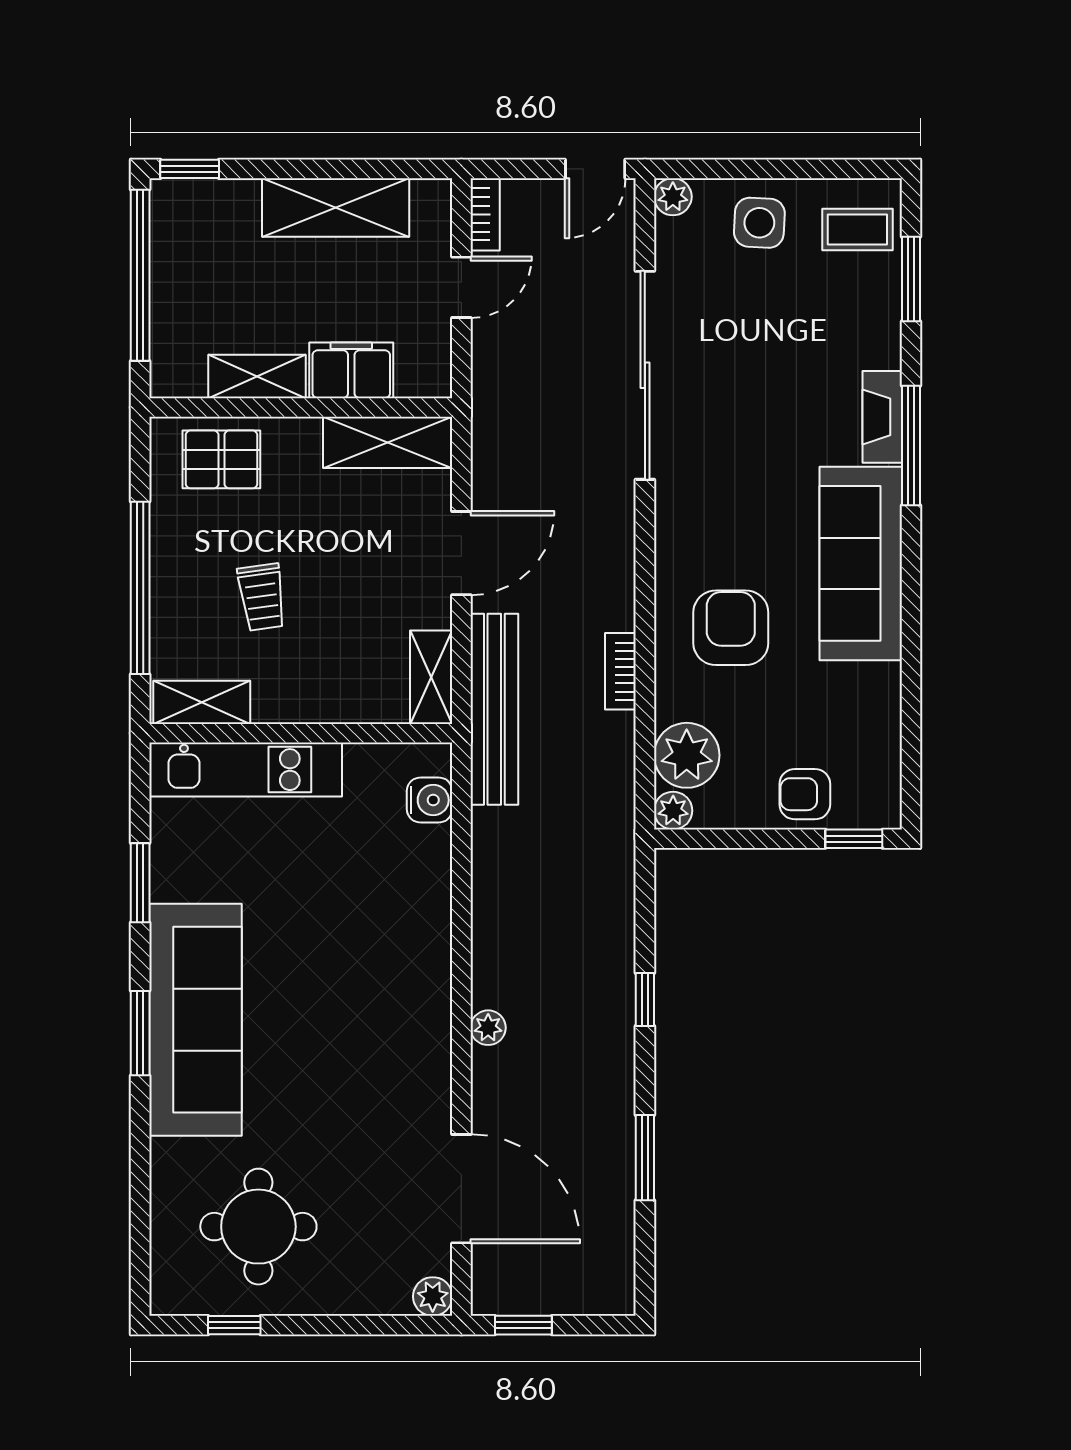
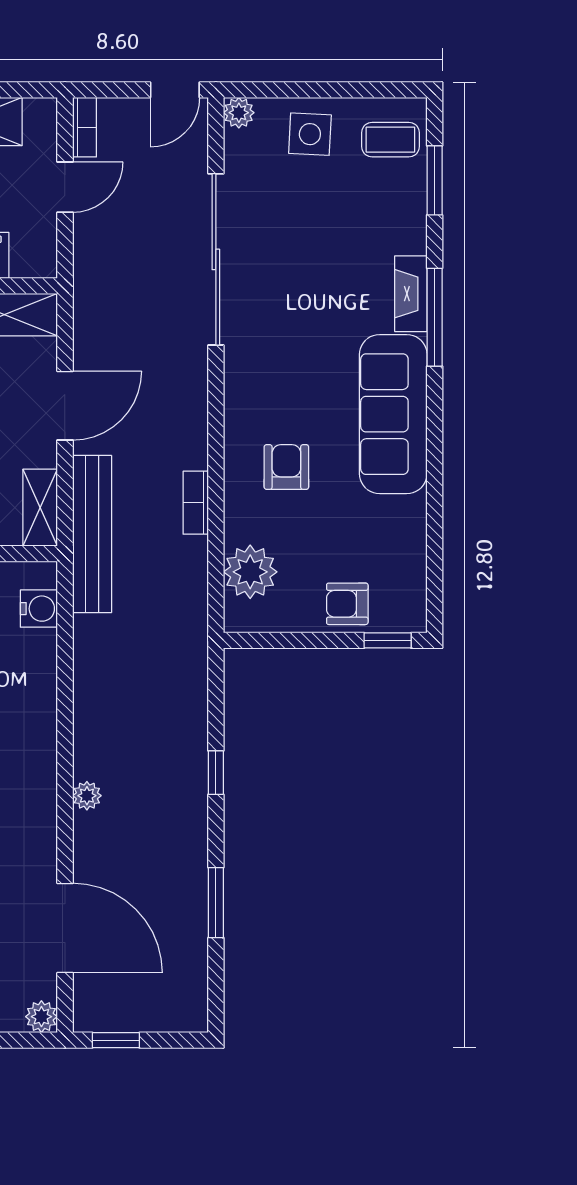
armchair: (731, 628) -> (286, 467), width x0.72, depth x0.72
plant: (673, 811) -> (239, 617), removed

